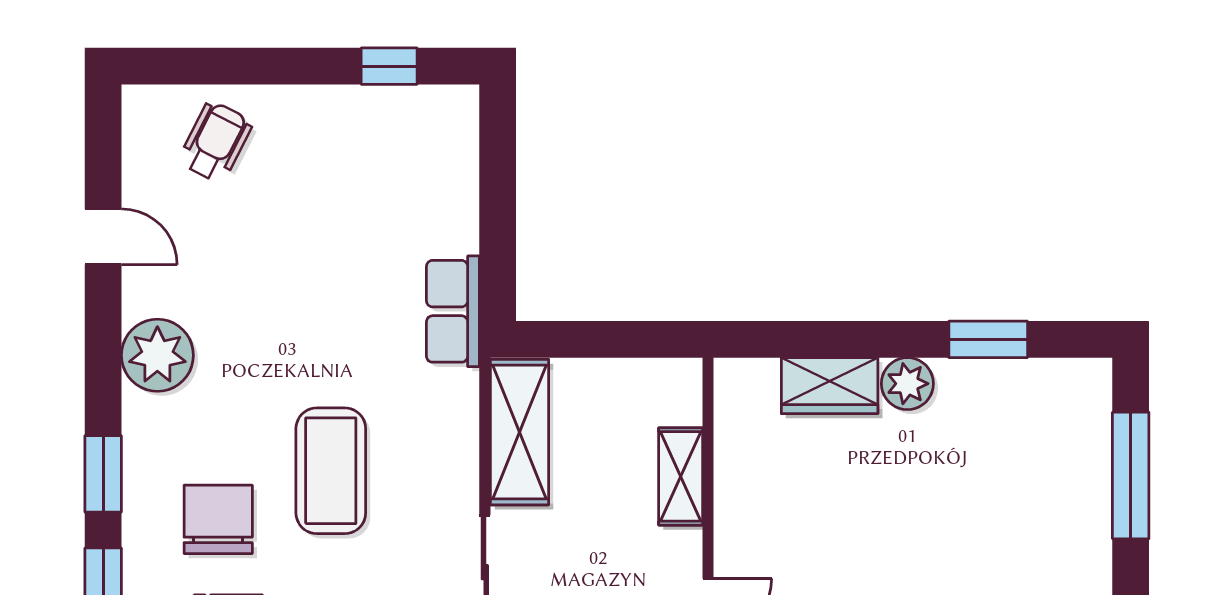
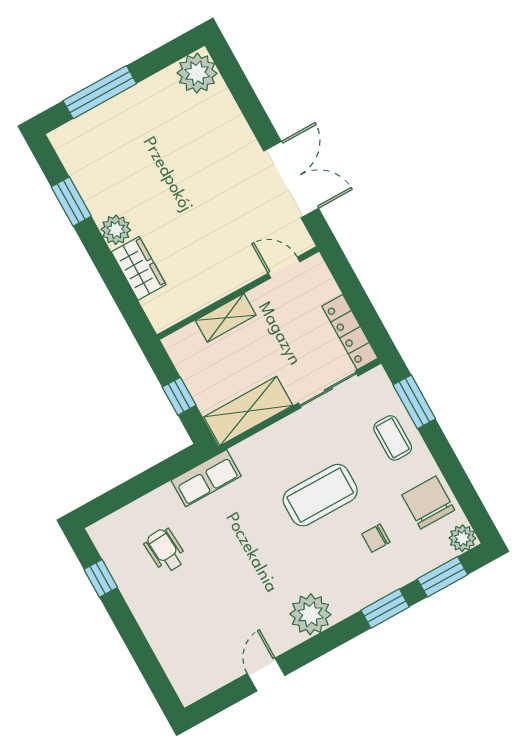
wheelchair: (215, 142) -> (165, 550), moved, turned 59
window: (600, 339) -> (179, 396), added
chair: (218, 519) -> (376, 538), width x0.54, depth x0.54

